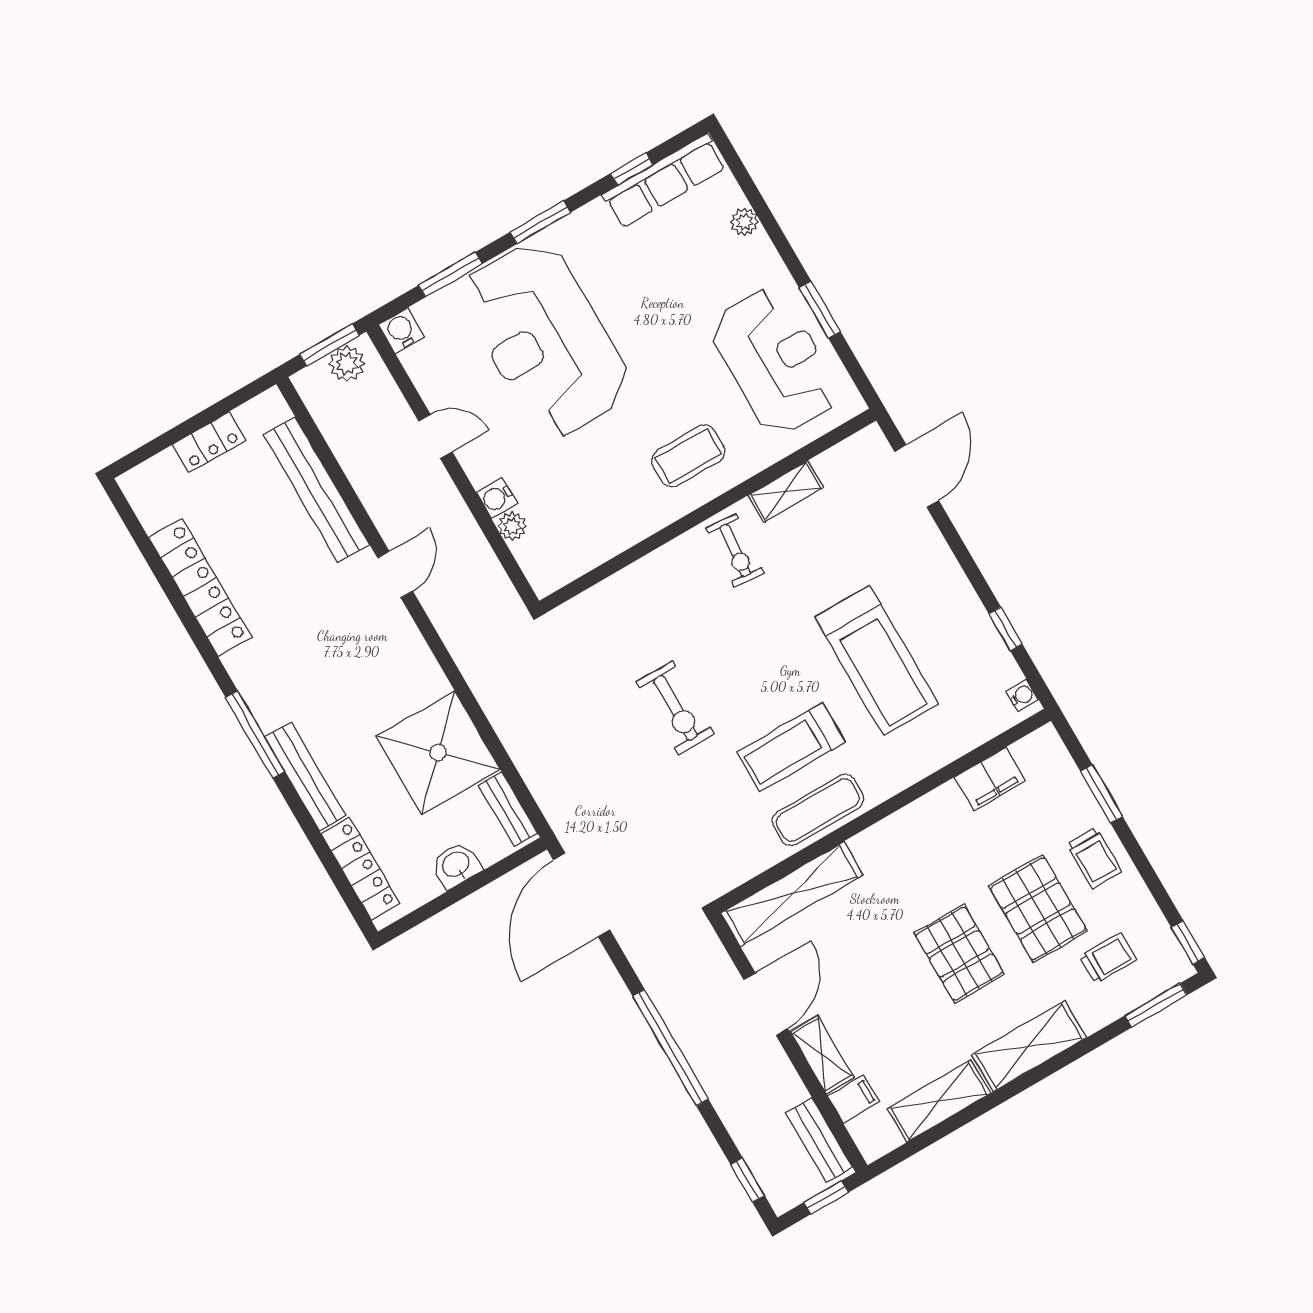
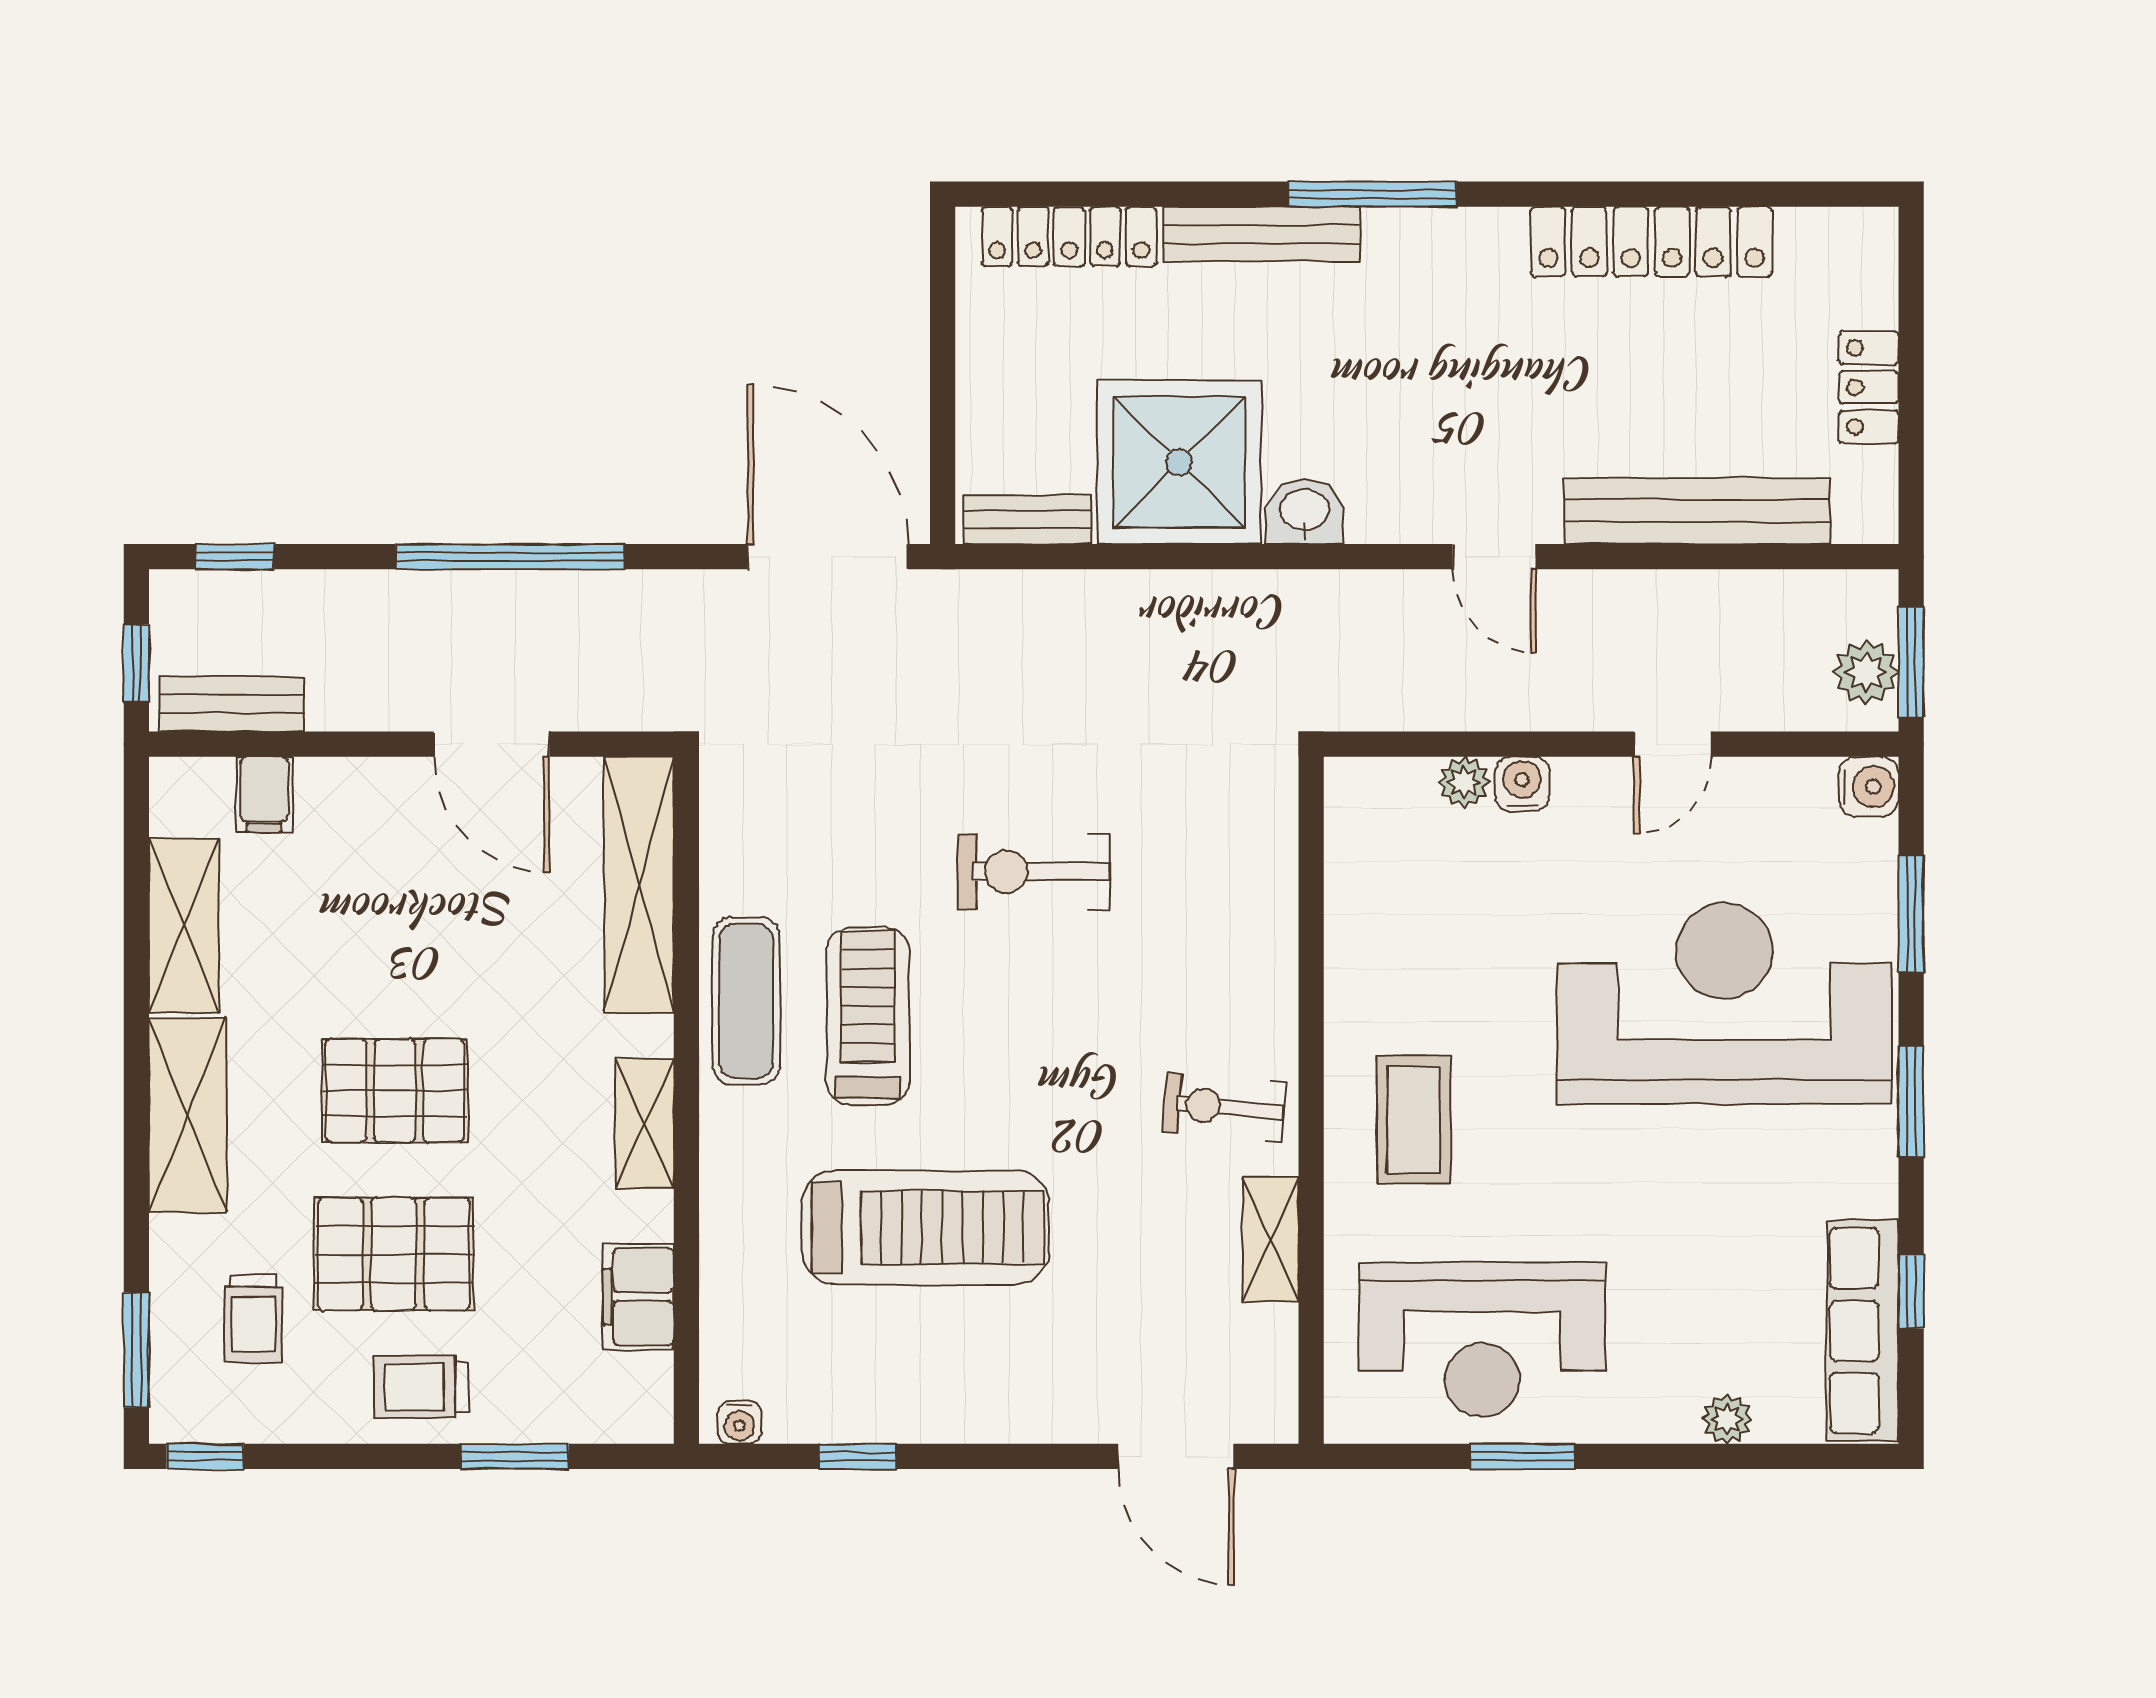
treadmill: (877, 661) -> (925, 1227), turned 180
washbasin: (456, 865) -> (1305, 511), moved, turned -90
shelving: (822, 1054) -> (645, 1124), moved, turned 90

